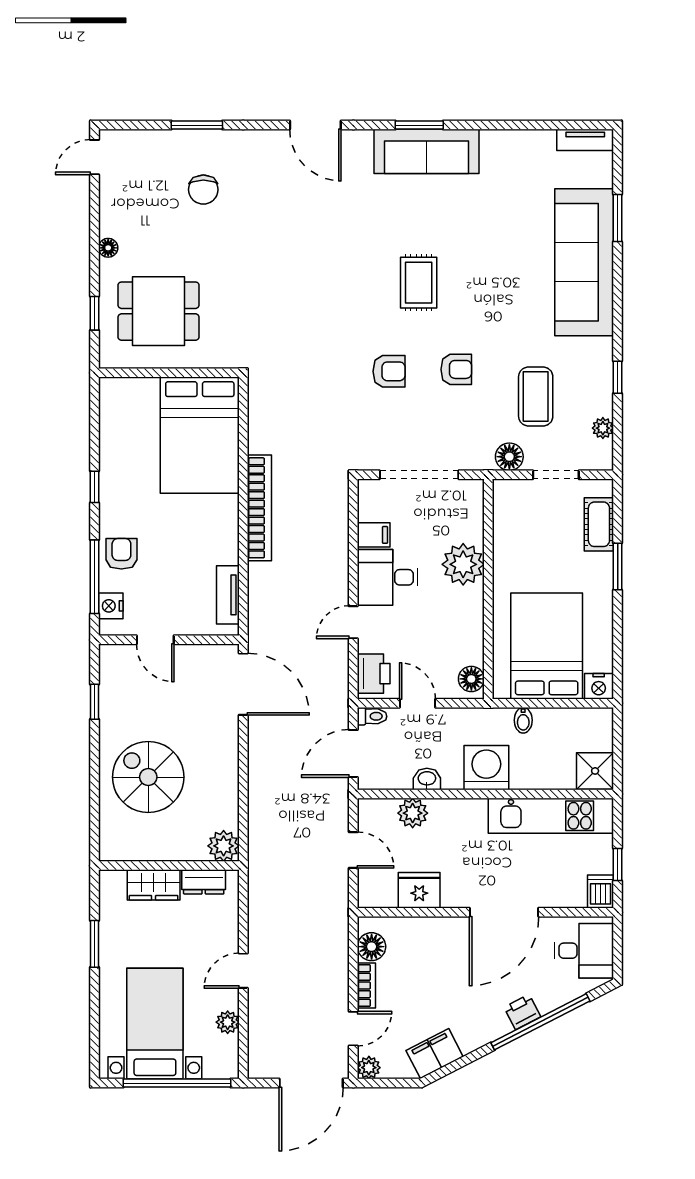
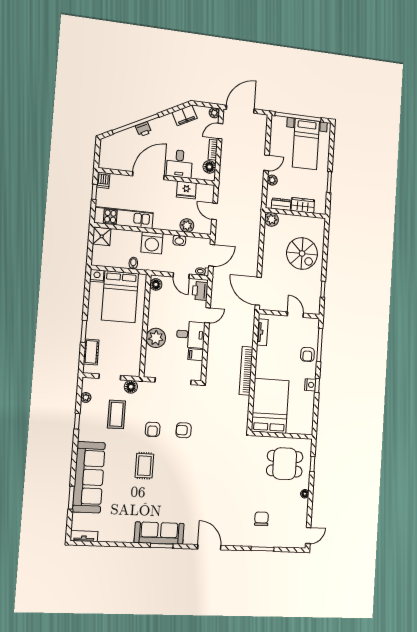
rug: (419, 283) -> (144, 466), moved
armchair: (456, 369) -> (153, 429), turned -90
nightstand: (111, 606) -> (310, 385), moved
desk: (584, 951) -> (179, 164), moved, turned -90
plant: (228, 1022) -> (272, 180), moved

